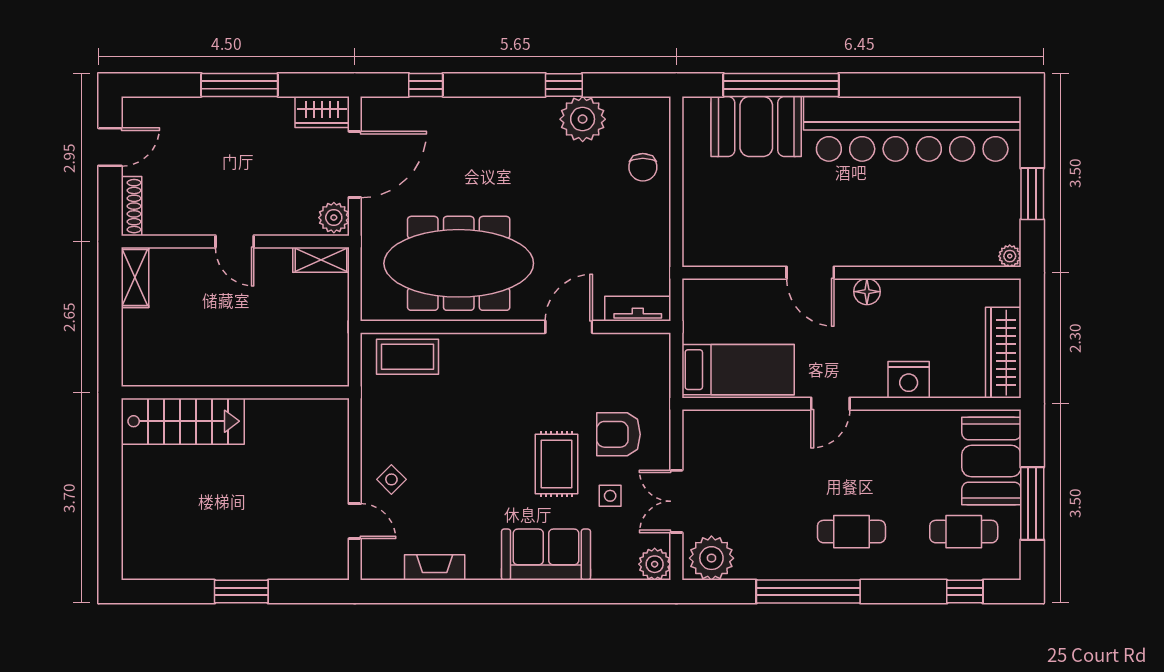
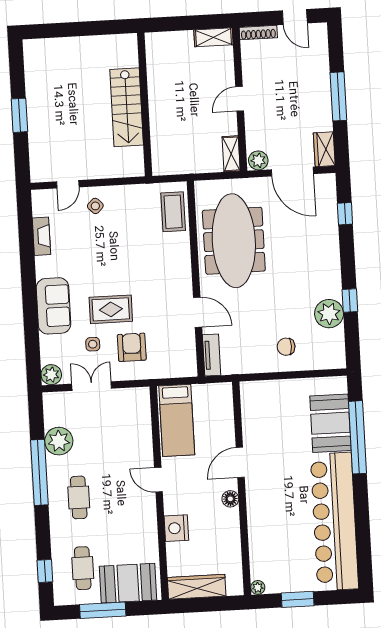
chair: (643, 167) -> (286, 347), moved
stairs: (183, 421) -> (127, 107), moved
plant: (711, 558) -> (59, 441), moved

